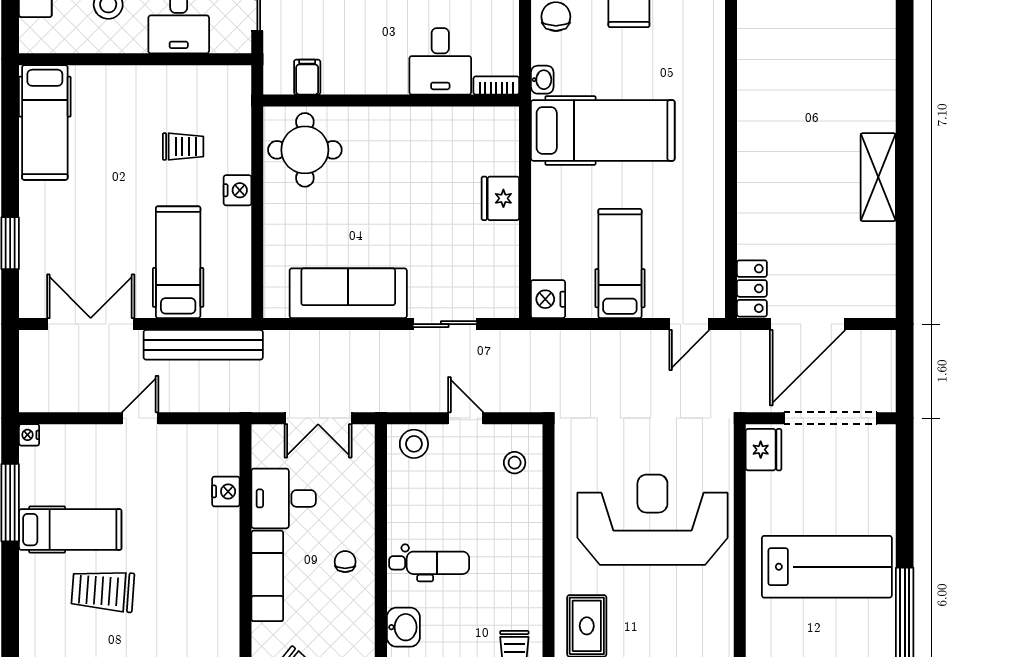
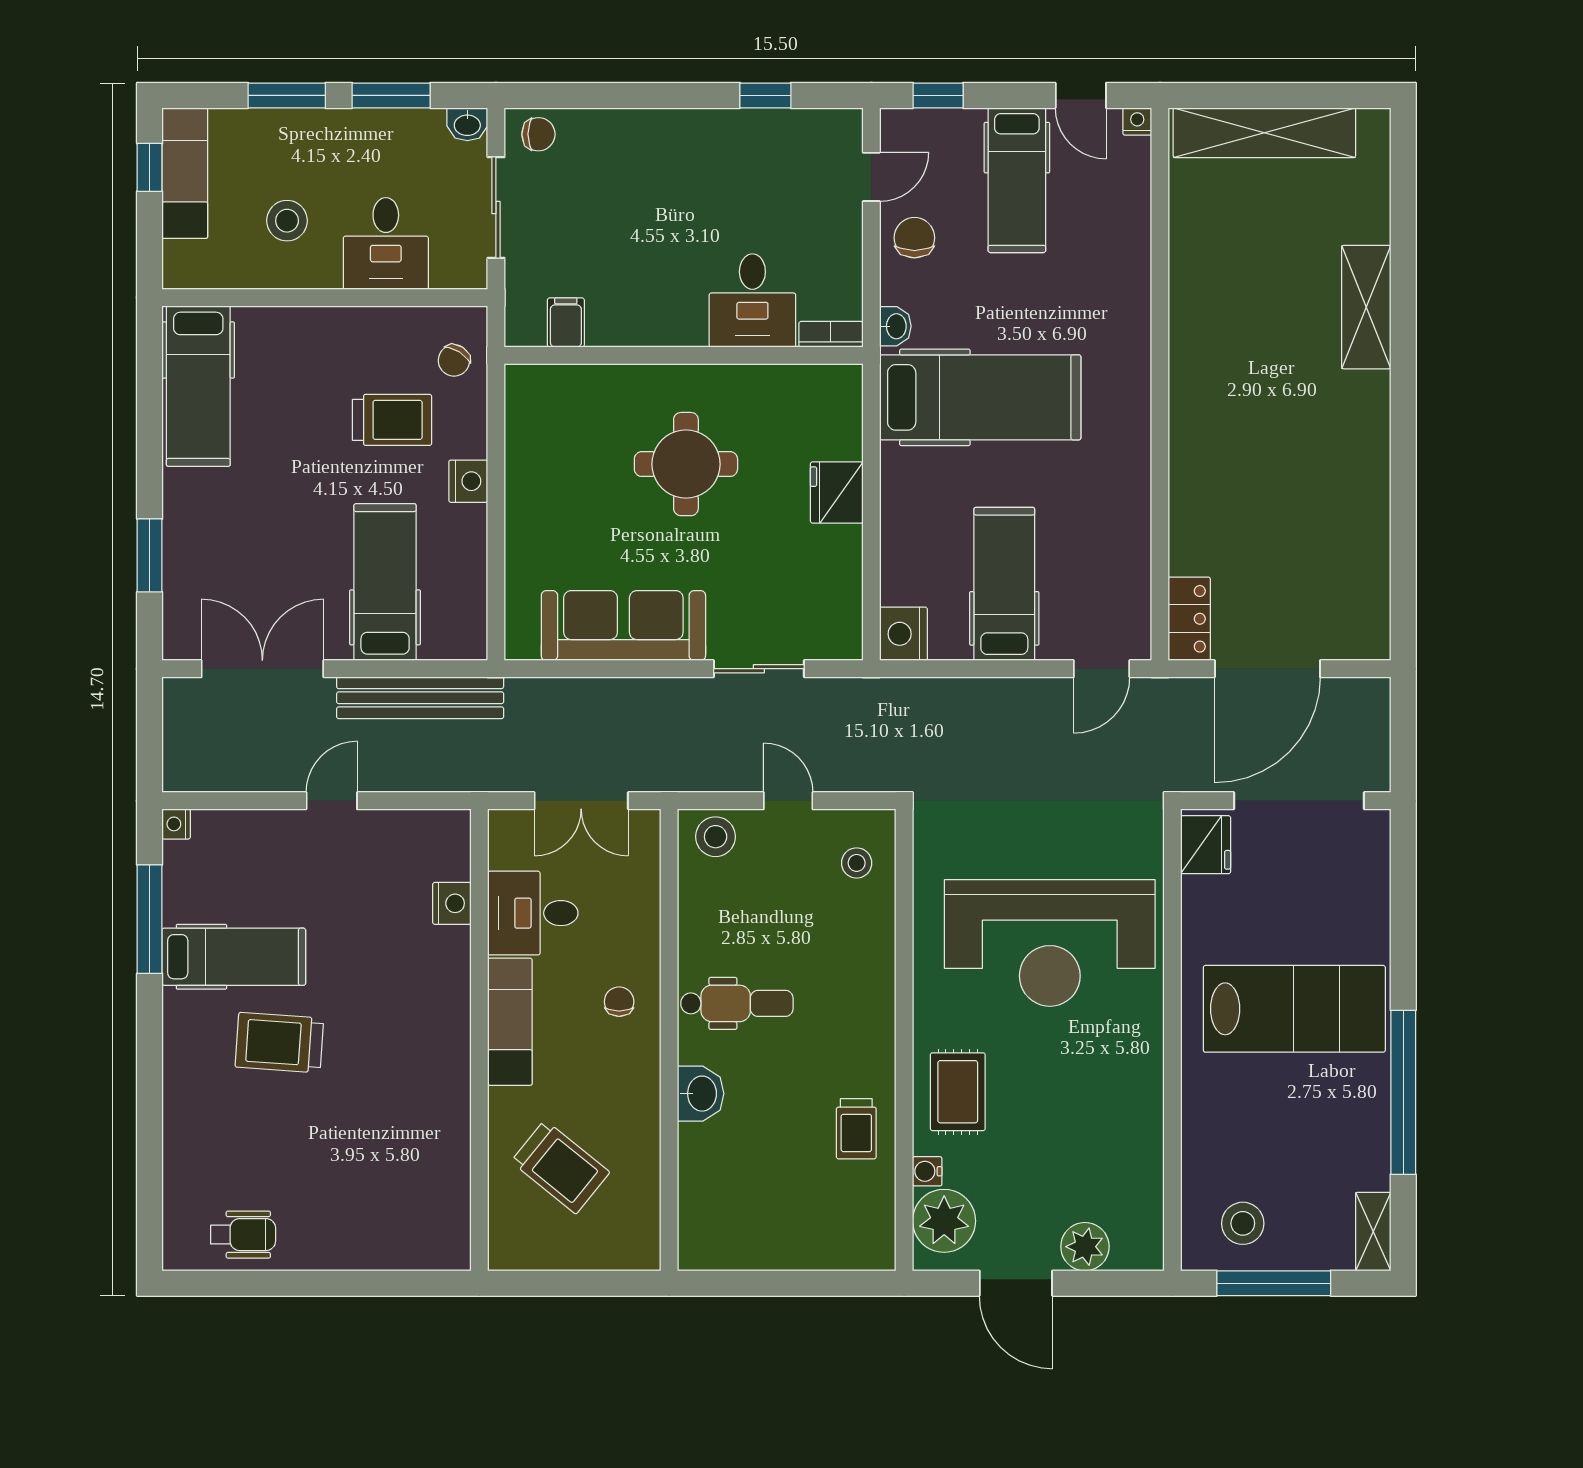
chair: (227, 104) -> (454, 360), added
trolley: (183, 147) -> (392, 420), width x1.36, depth x1.39
round table: (305, 150) -> (686, 464), moved
shelving: (878, 177) -> (1366, 307), moved
reception desk: (652, 520) -> (1050, 943), turned 180

